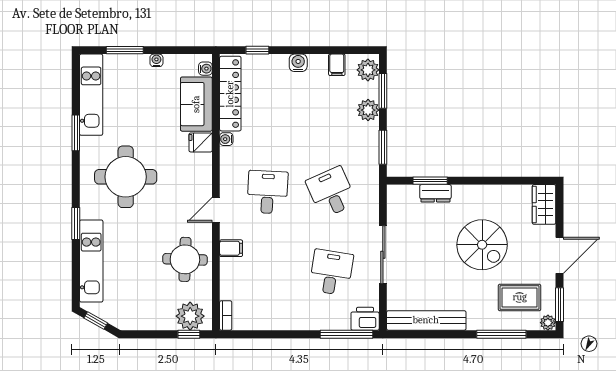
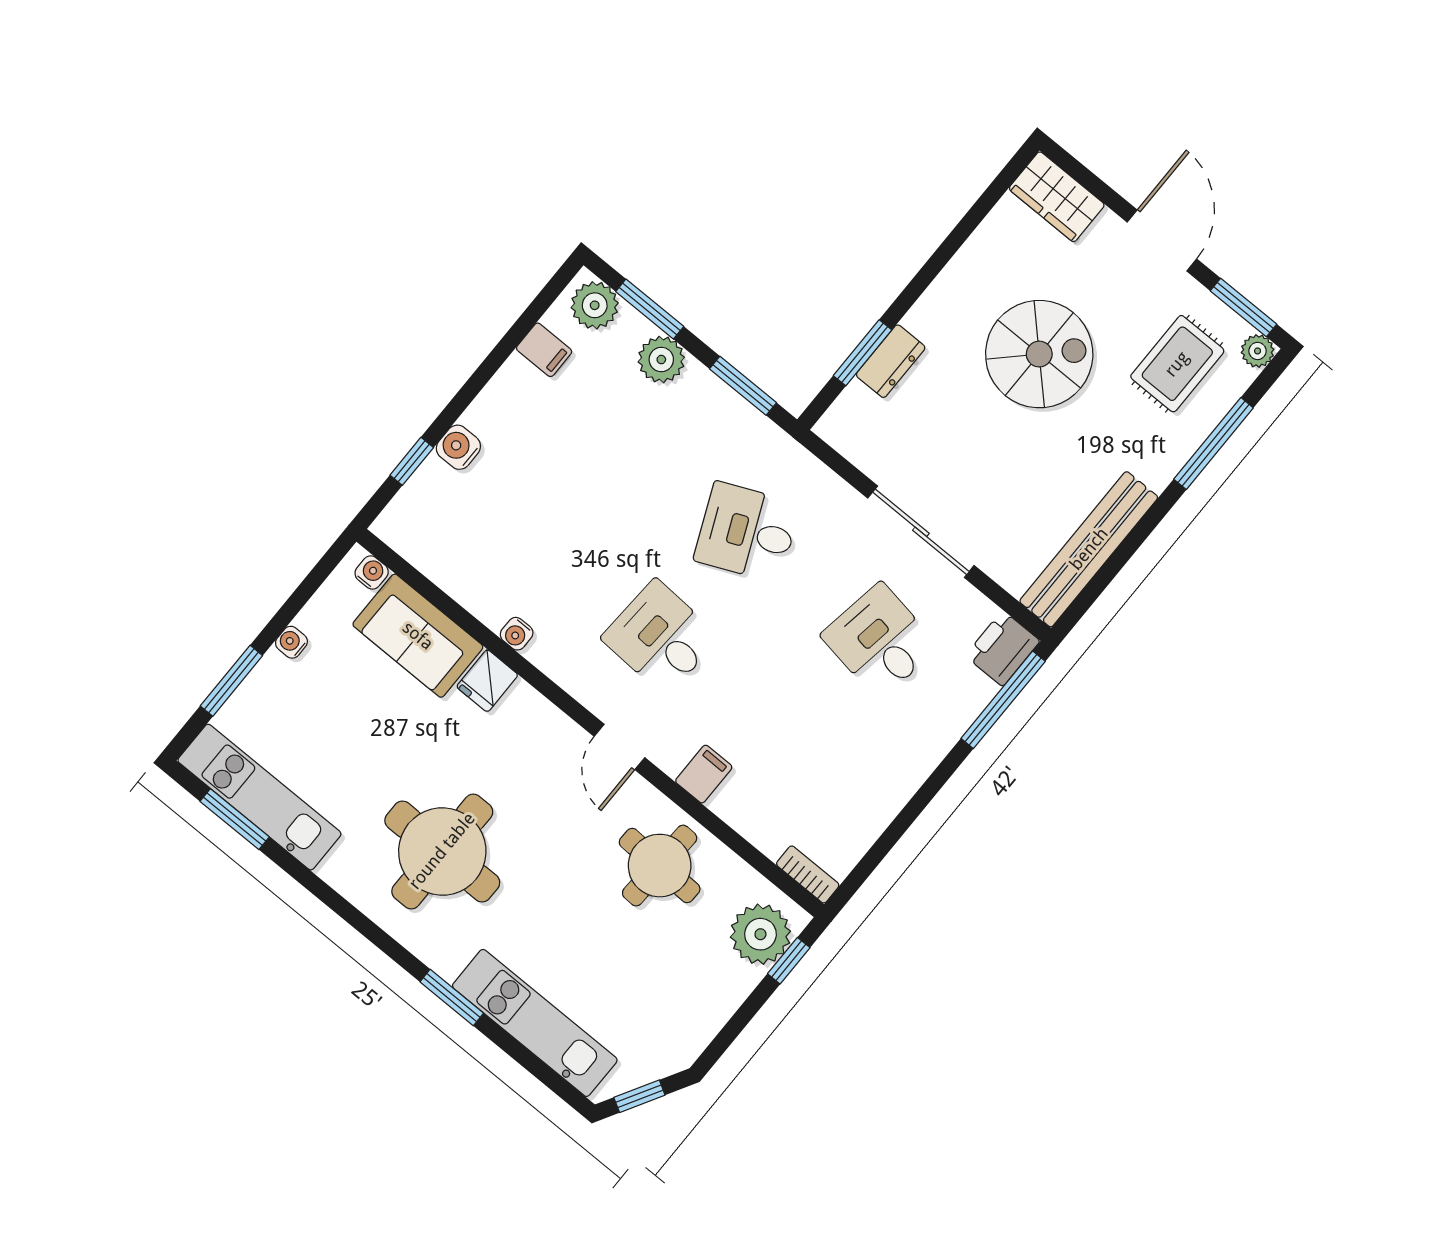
water cooler: (298, 63) -> (458, 447), moved
locker: (230, 94) -> (447, 565), removed
window: (76, 133) -> (235, 819), moved

